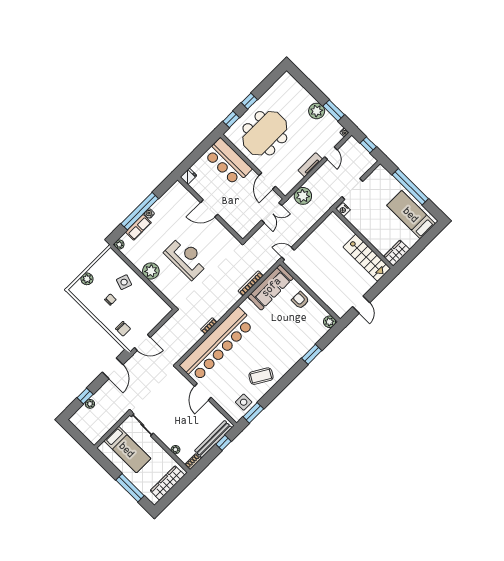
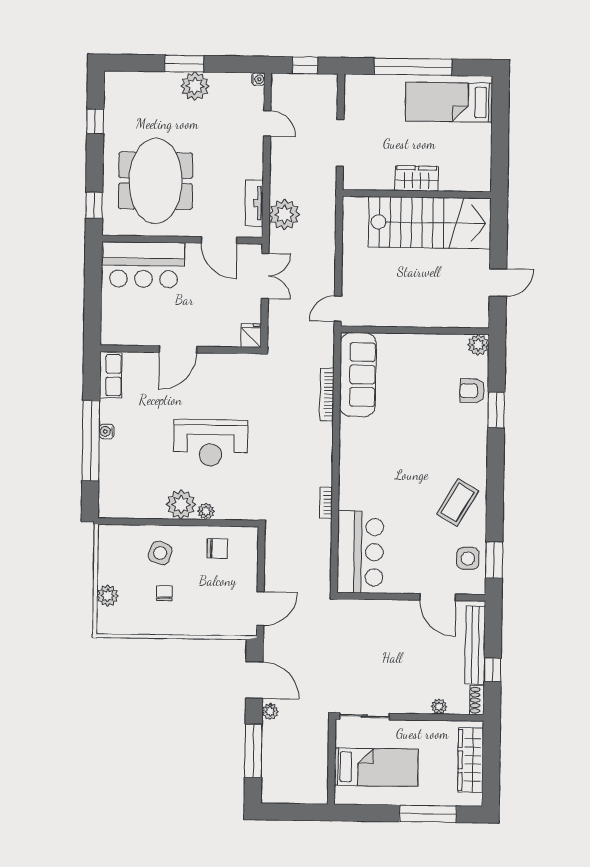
window: (249, 101) -> (95, 121), moved
window: (334, 110) -> (184, 64), moved
tv unit: (310, 165) -> (254, 203), moved
fridge: (188, 176) -> (251, 335), moved
nightstand: (343, 210) -> (354, 181), removed
row of seats: (138, 227) -> (111, 375), moved
plant: (119, 244) -> (206, 511), moved
wardrobe: (397, 253) -> (417, 178), moved, turned 90
reception desk: (186, 258) -> (211, 443), turned 180
stairs: (367, 258) -> (430, 223), width x1.36, depth x1.51
armchair: (300, 300) -> (472, 391), moved
door: (361, 305) -> (498, 283), hinge flipped
chair: (123, 329) -> (217, 549), moved
bar counter: (217, 345) -> (360, 552), width x0.54
door: (203, 392) -> (438, 597), moved
window: (85, 396) -> (253, 751), width x2.17
plant: (90, 404) -> (270, 712), moved
window: (223, 443) -> (493, 670), moved

